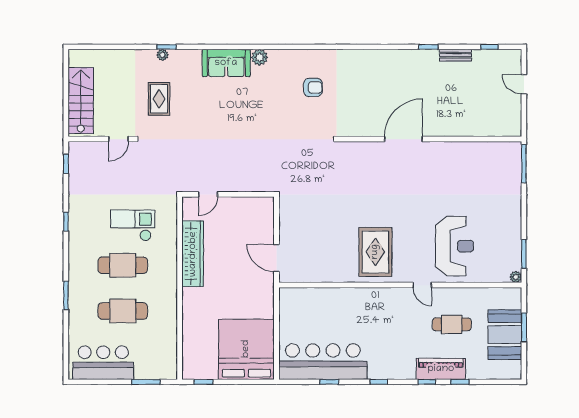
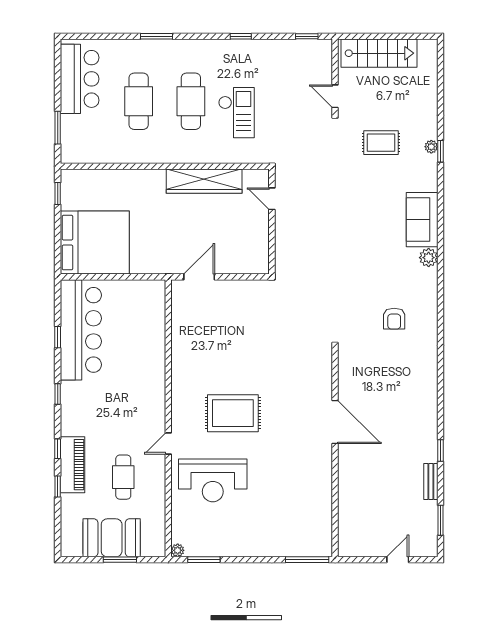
window: (489, 47) -> (440, 520), width x1.50
rug: (375, 252) -> (233, 413), moved

